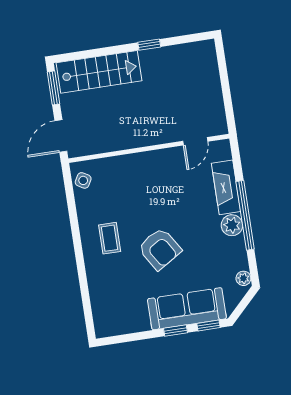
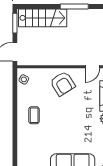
window: (149, 45) -> (74, 6), width x2.17
armchair: (160, 249) -> (63, 84), moved

